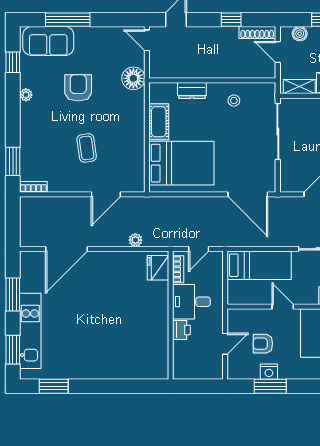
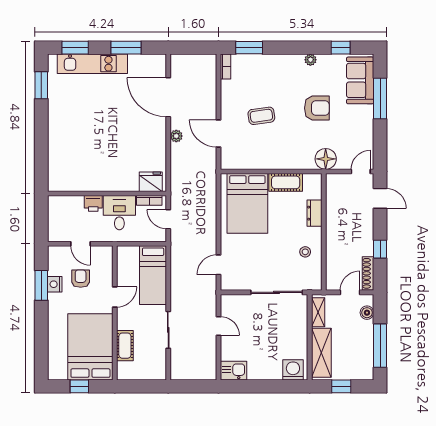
door: (248, 194) -> (218, 265), width x0.53
plant: (135, 240) -> (176, 136), moved

